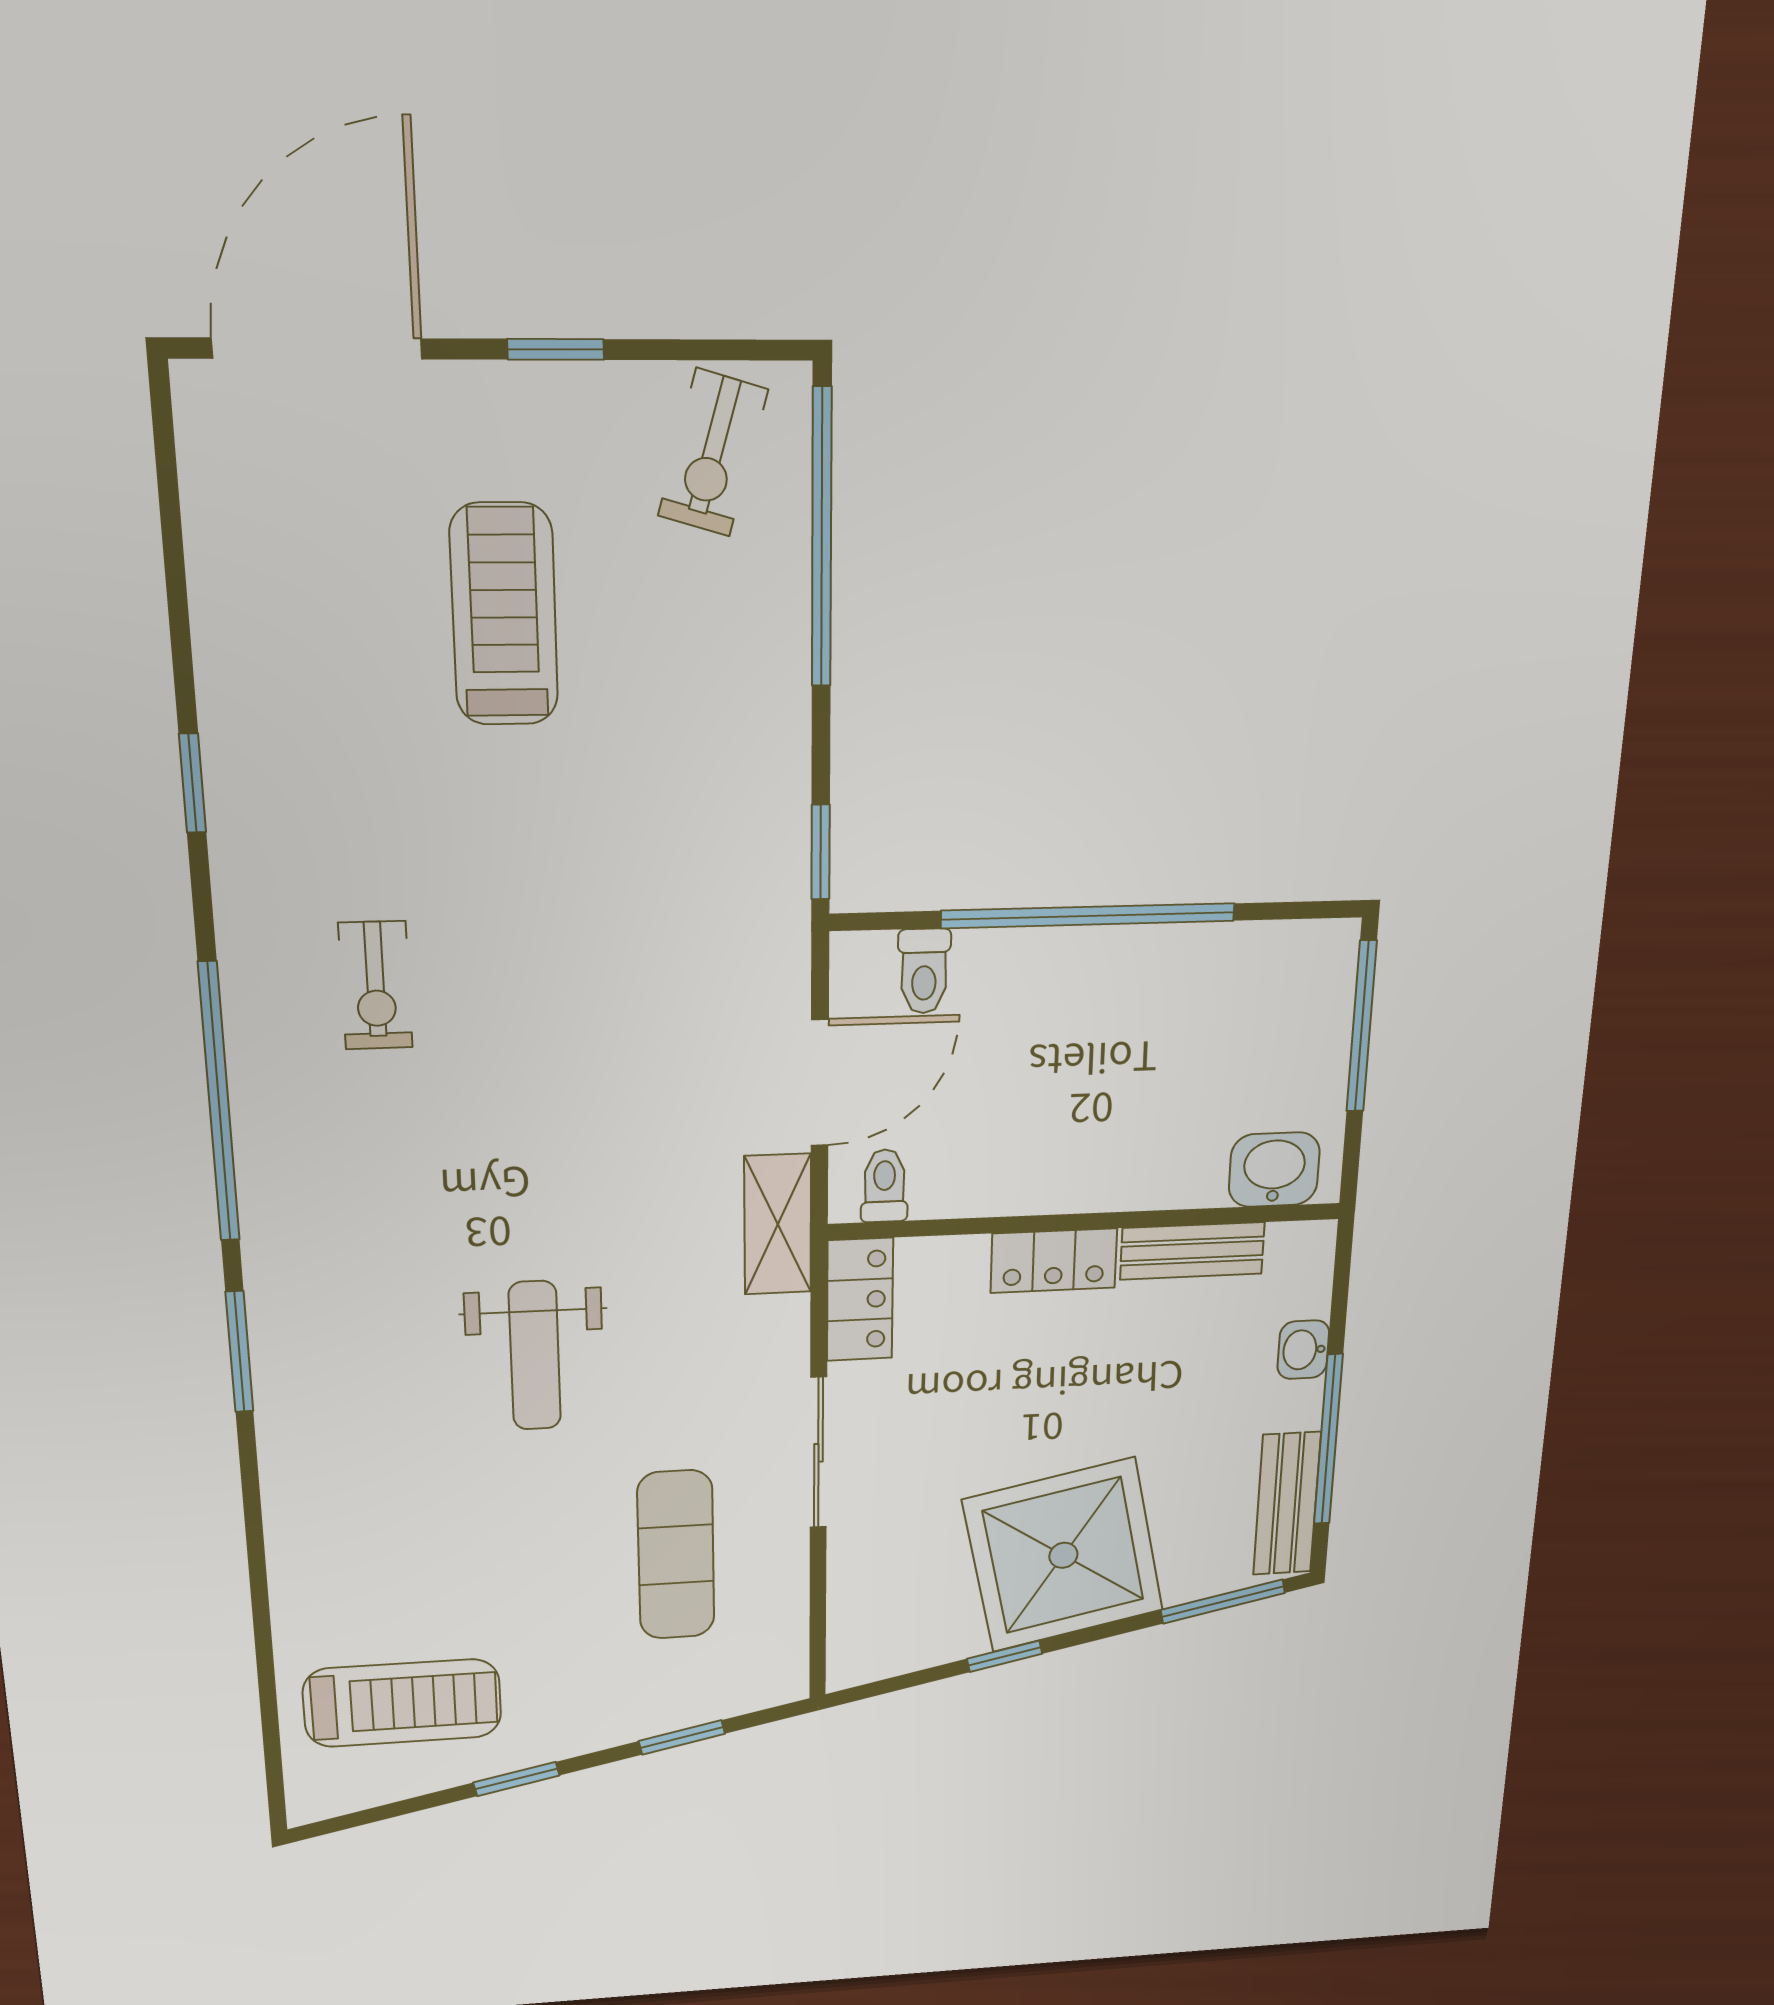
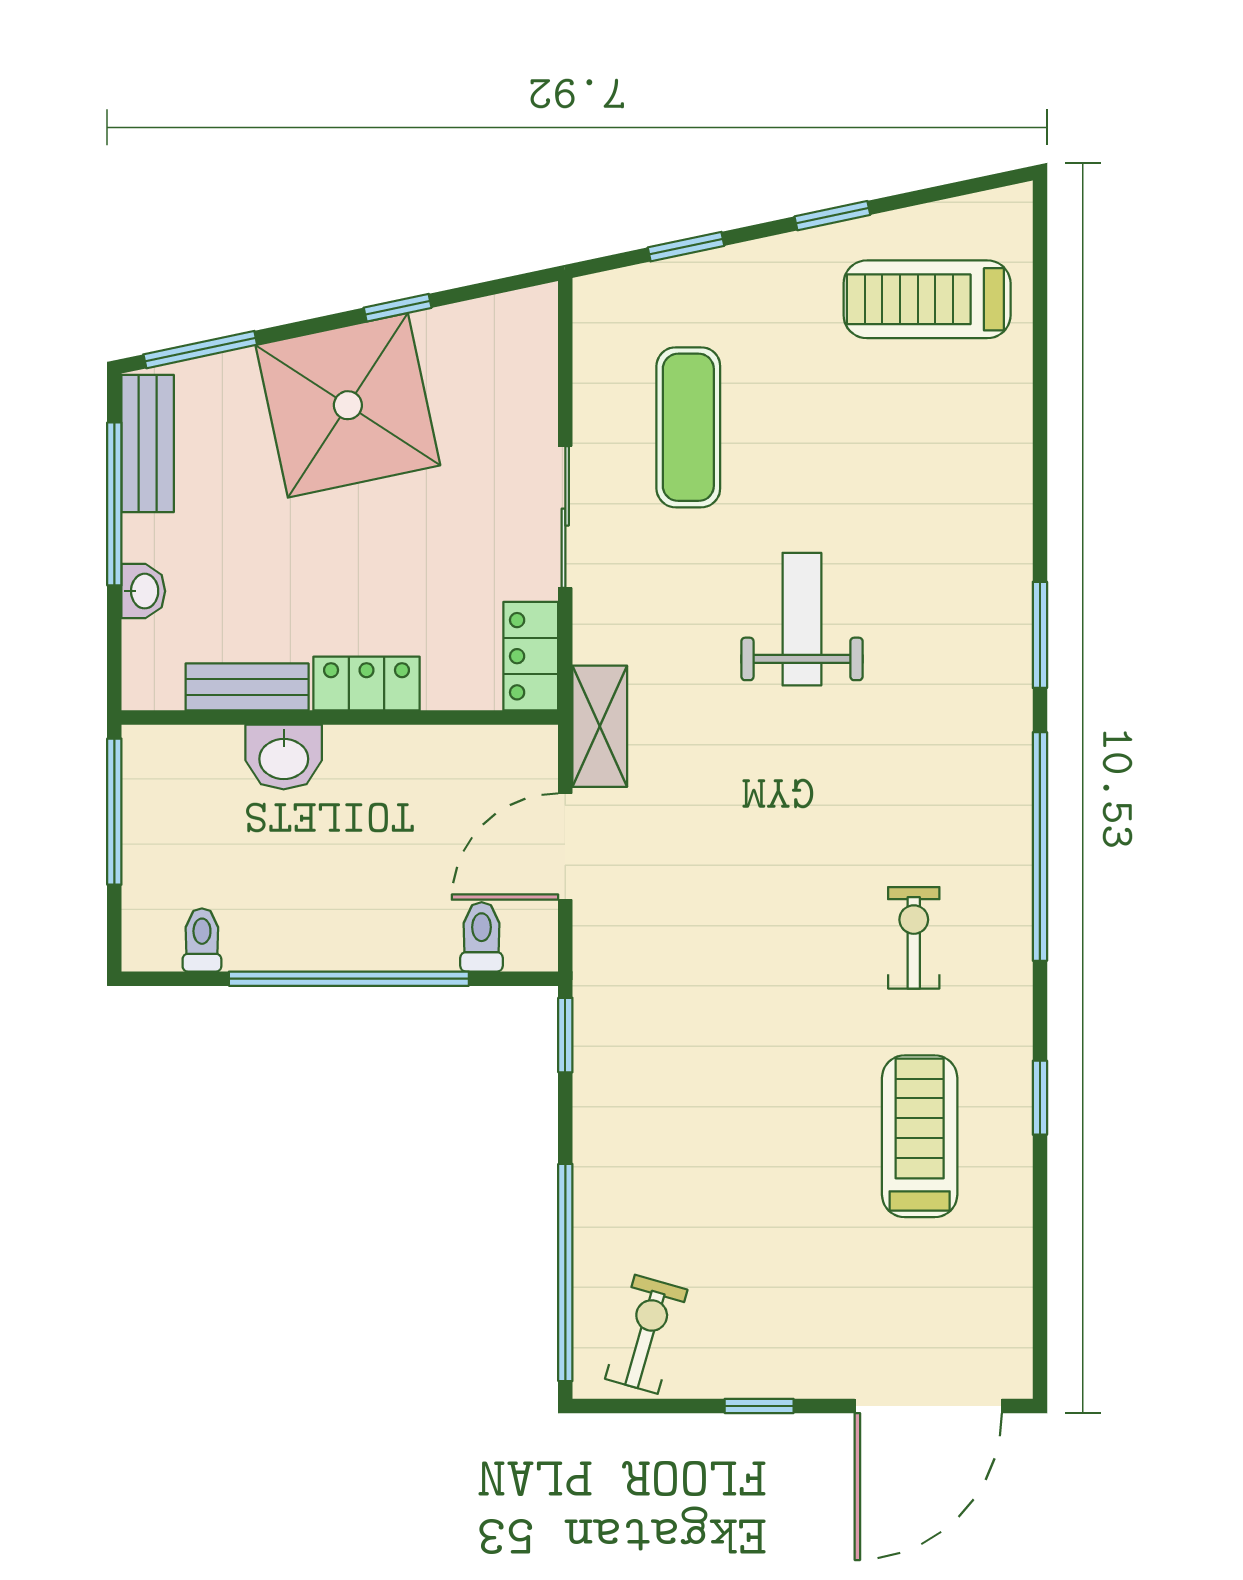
treadmill: (504, 615) -> (920, 1136), moved, turned 180
window: (1362, 1026) -> (114, 812), moved
washbasin: (1274, 1170) -> (284, 757), moved
toilet: (884, 1186) -> (202, 940), moved, turned 180

